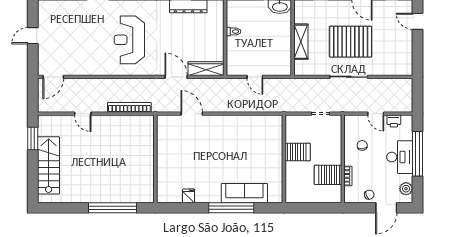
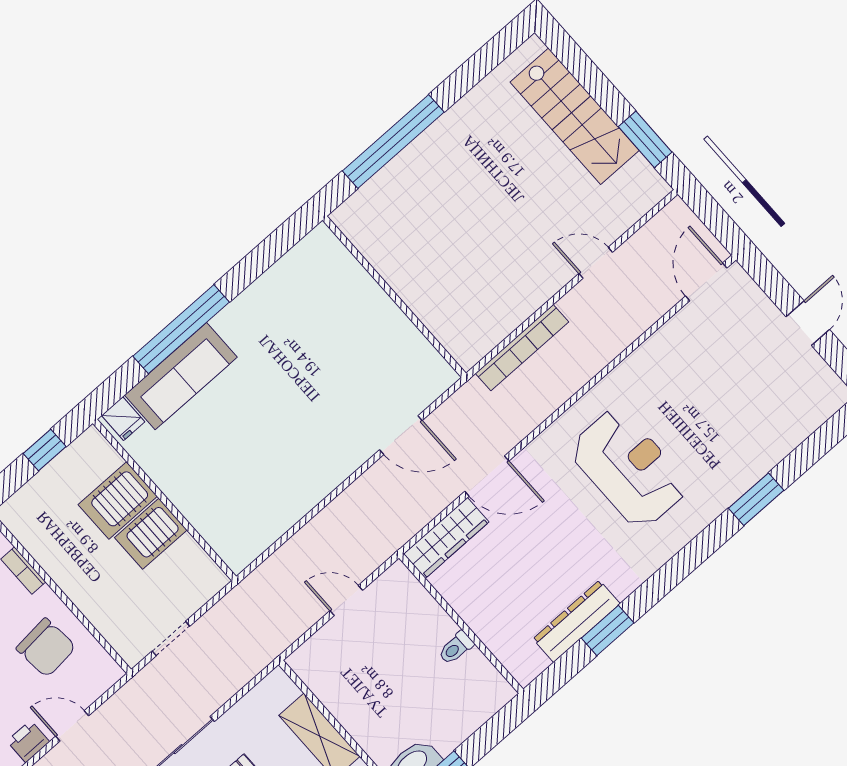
chair: (362, 145) -> (46, 648), width x1.87, depth x1.87
server rack: (328, 175) -> (118, 501), moved, turned 180
fridge: (189, 196) -> (123, 419), moved
window: (308, 208) -> (45, 450), added

